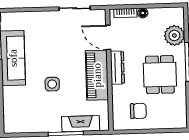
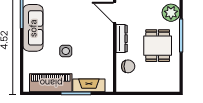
piano: (97, 75) -> (51, 83), moved, turned 90
chair: (138, 111) -> (128, 66), moved

